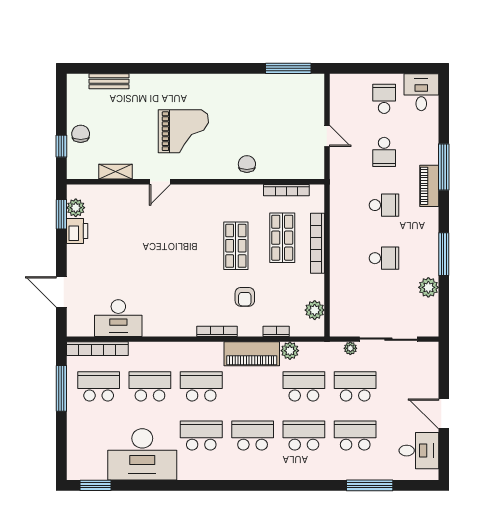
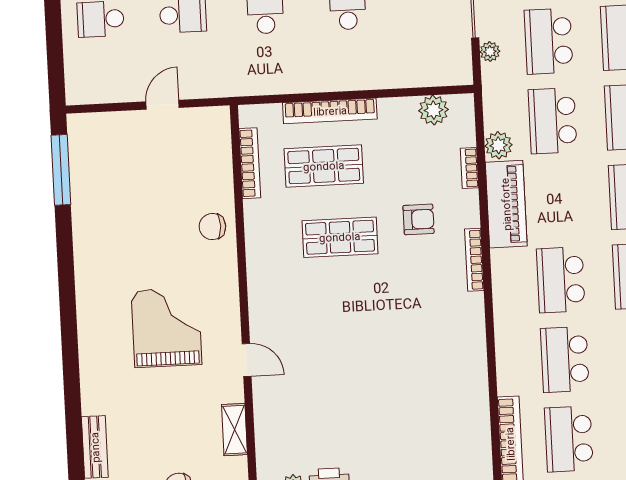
desk: (118, 318) -> (461, 414), removed

